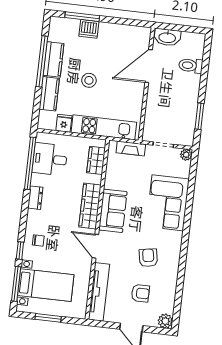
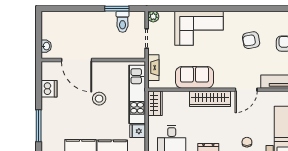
dishwasher: (89, 29) -> (49, 89), moved
washbasin: (167, 37) -> (46, 46), width x0.52, depth x0.69
toilet: (191, 66) -> (123, 22), moved
stool: (89, 80) -> (99, 99), moved
wardrobe: (96, 160) -> (155, 103), moved, turned -90
sofa: (113, 211) -> (194, 77), moved

